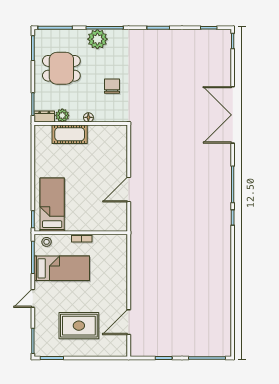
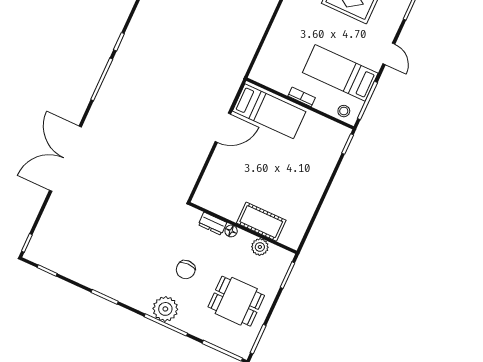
plant: (97, 39) -> (165, 309), moved
chair: (112, 86) -> (186, 270), moved
double door: (233, 115) -> (65, 159), swing flipped
dresser: (44, 117) -> (212, 224), moved
bed: (52, 205) -> (269, 111), moved, turned -90
door: (33, 298) -> (389, 54), hinge flipped

